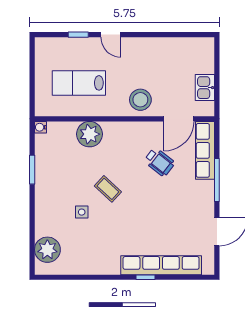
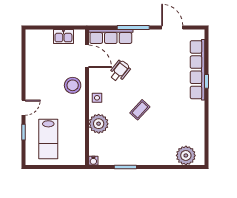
lab bench: (79, 83) -> (48, 139), moved
side table: (82, 212) -> (97, 98), moved

